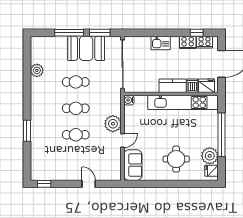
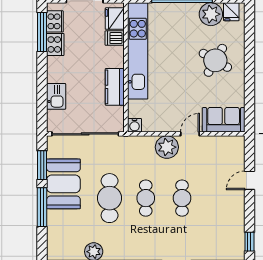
window: (197, 33) -> (42, 32), width x2.17
kitchen sink: (161, 43) -> (56, 96), moved
cafe table: (76, 82) -> (110, 198), width x1.37, depth x1.35
kitchen counter: (173, 86) -> (115, 87), moved
door: (123, 141) -> (190, 134), hinge flipped
round table: (176, 159) -> (215, 60), turned 30

